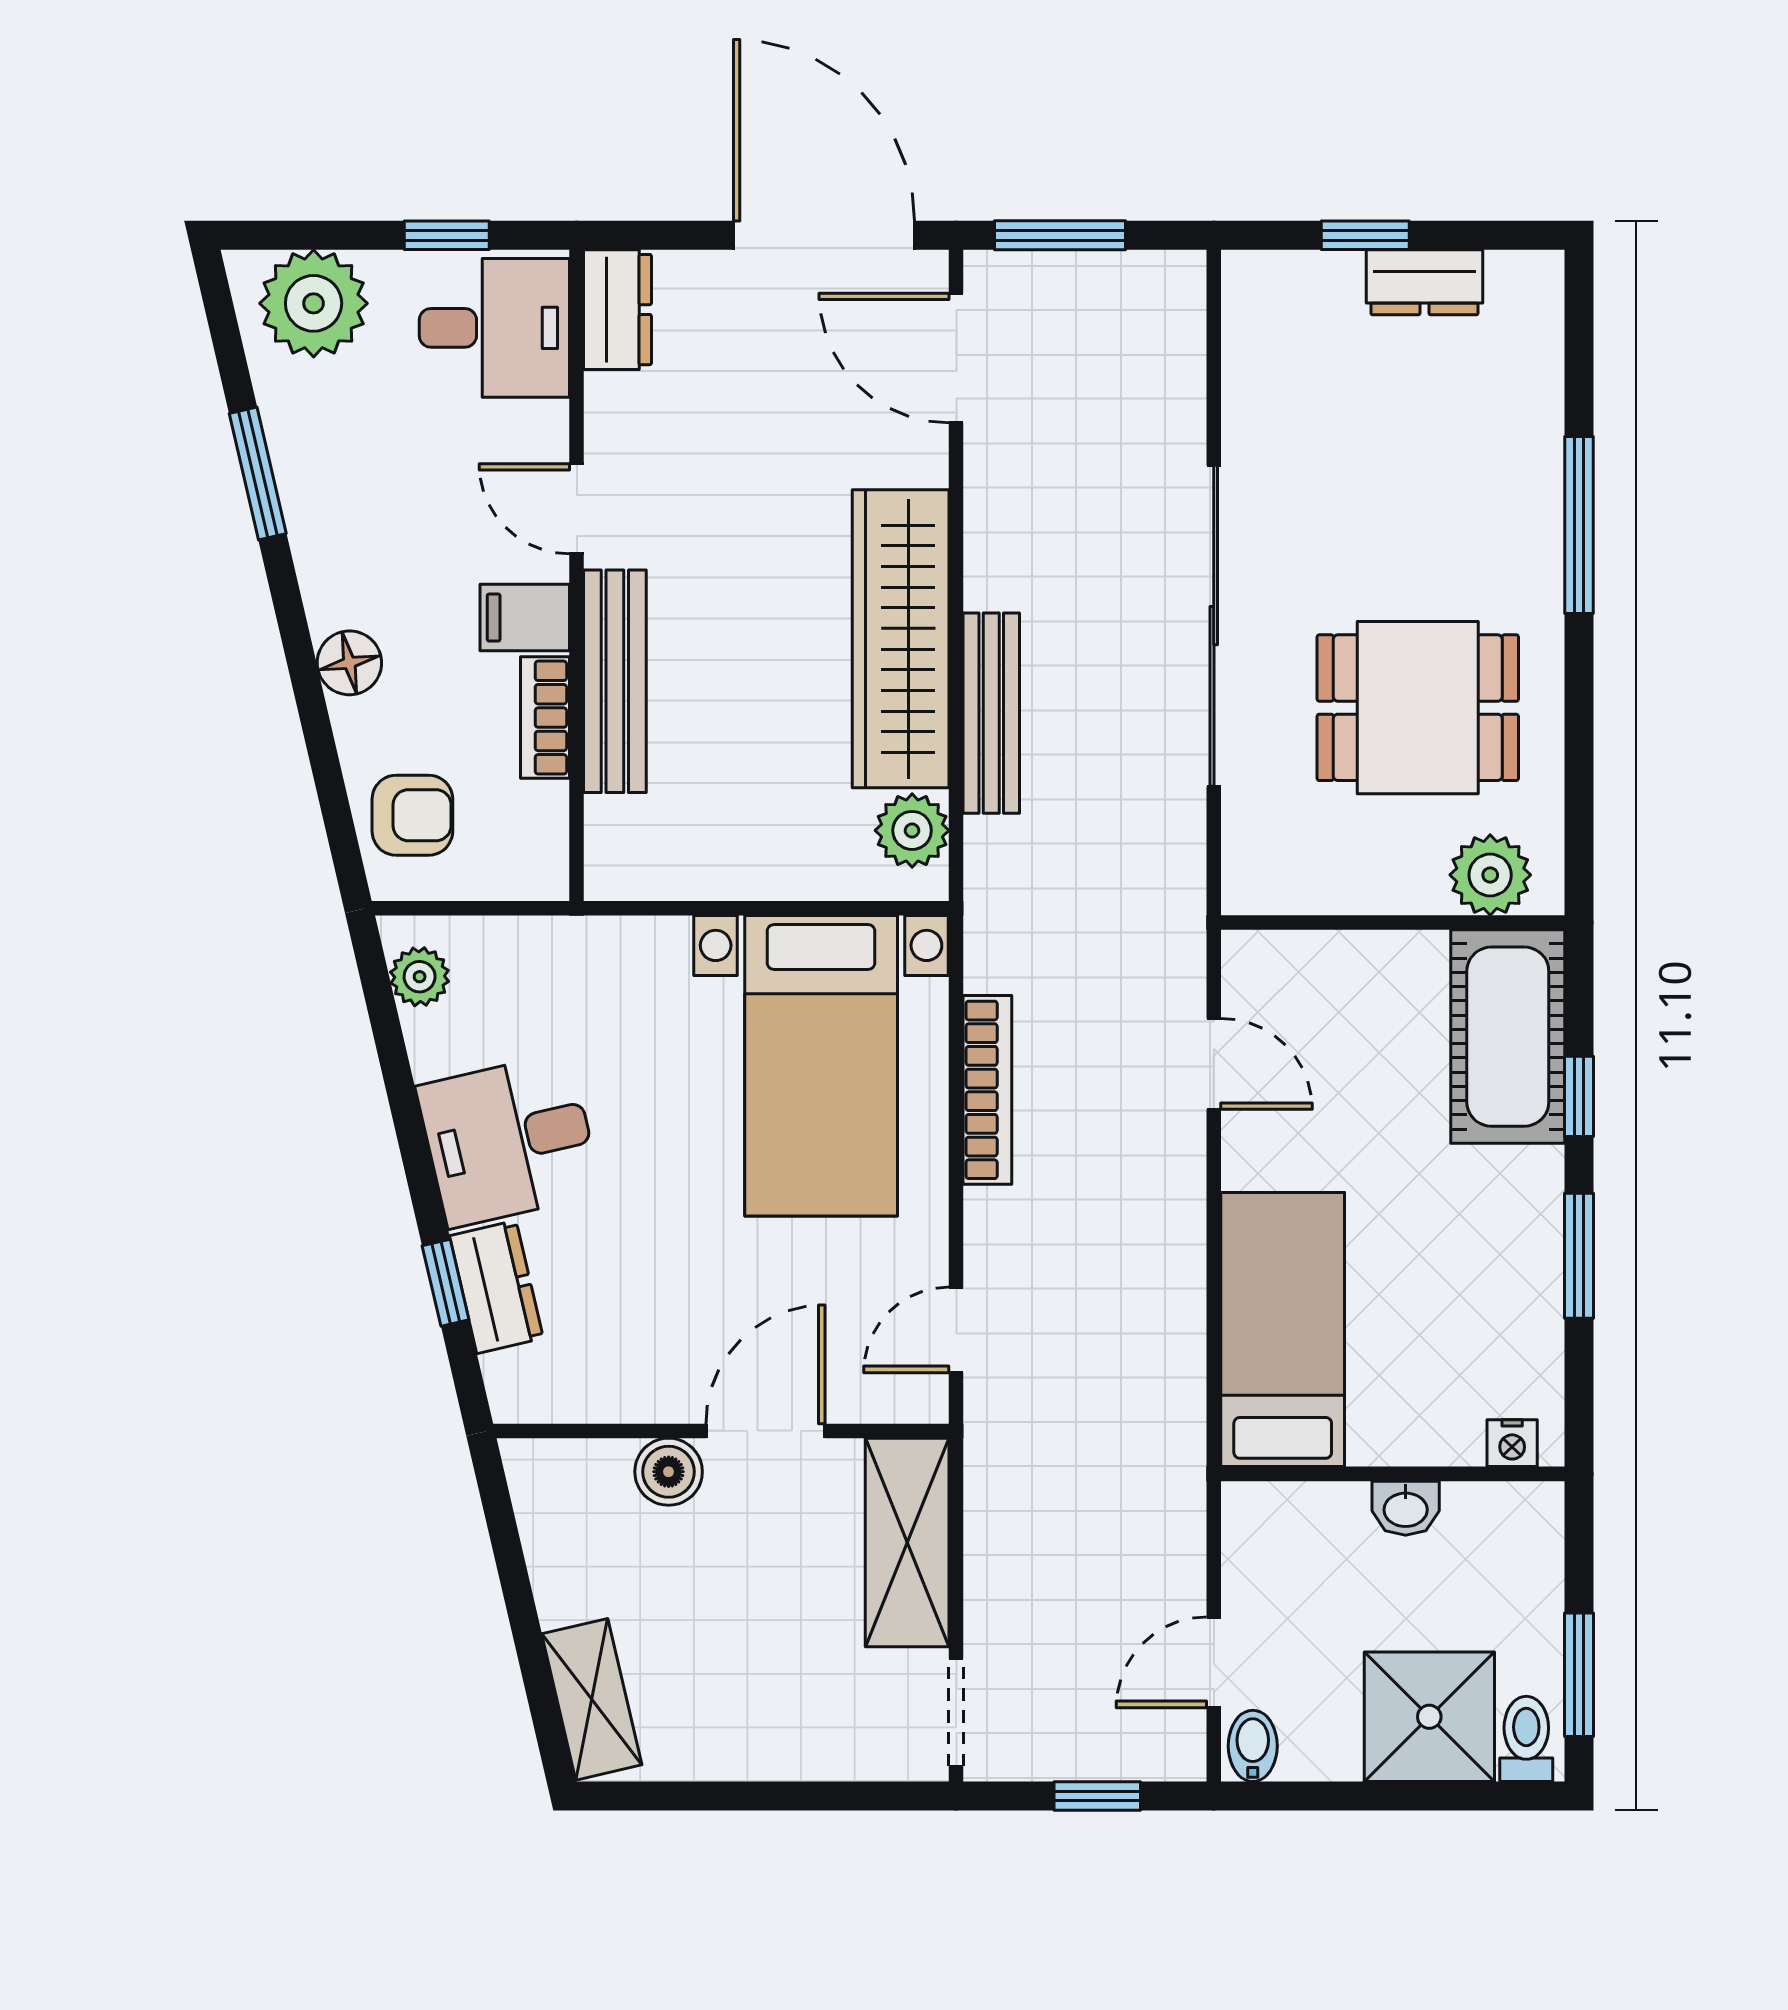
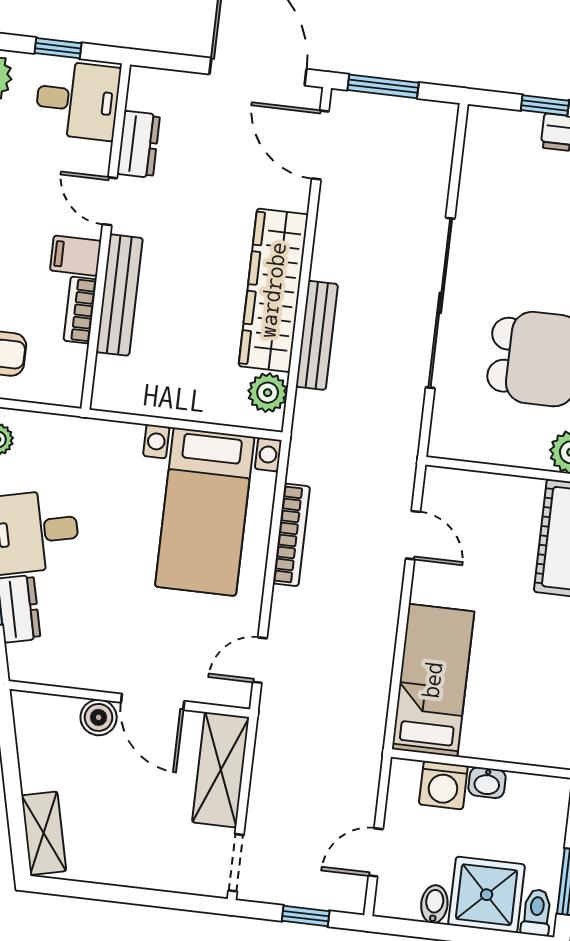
dresser: (618, 310) -> (138, 144), moved
door: (766, 1431) -> (153, 702), swing flipped
nightstand: (1512, 1443) -> (548, 755), removed
washing machine: (1325, 1522) -> (443, 785), added
bidet: (1253, 1746) -> (434, 904), moved

